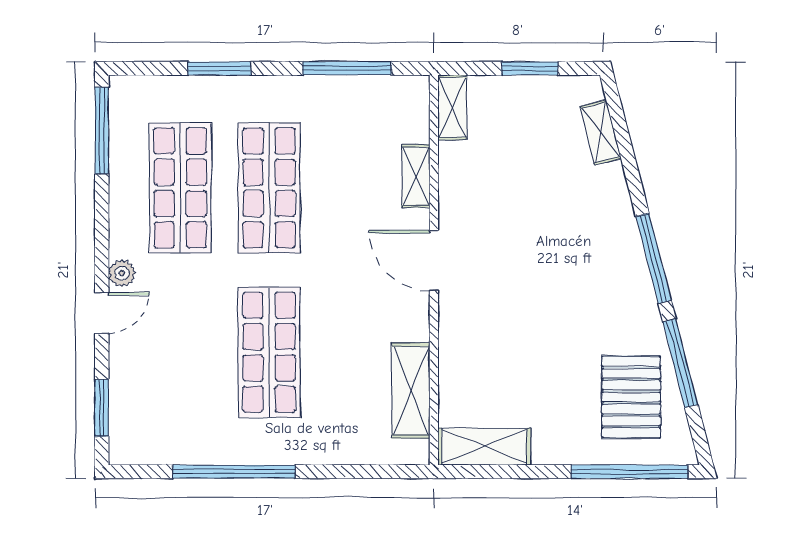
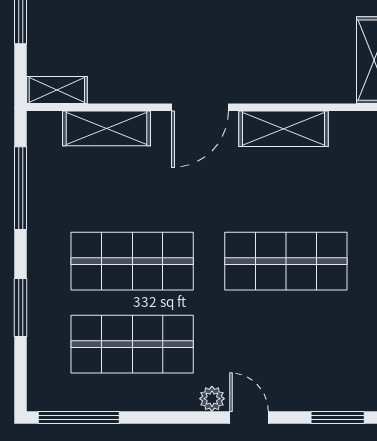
shelving: (416, 176) -> (106, 128), width x1.50, depth x1.33
shelving: (411, 391) -> (284, 129), moved

